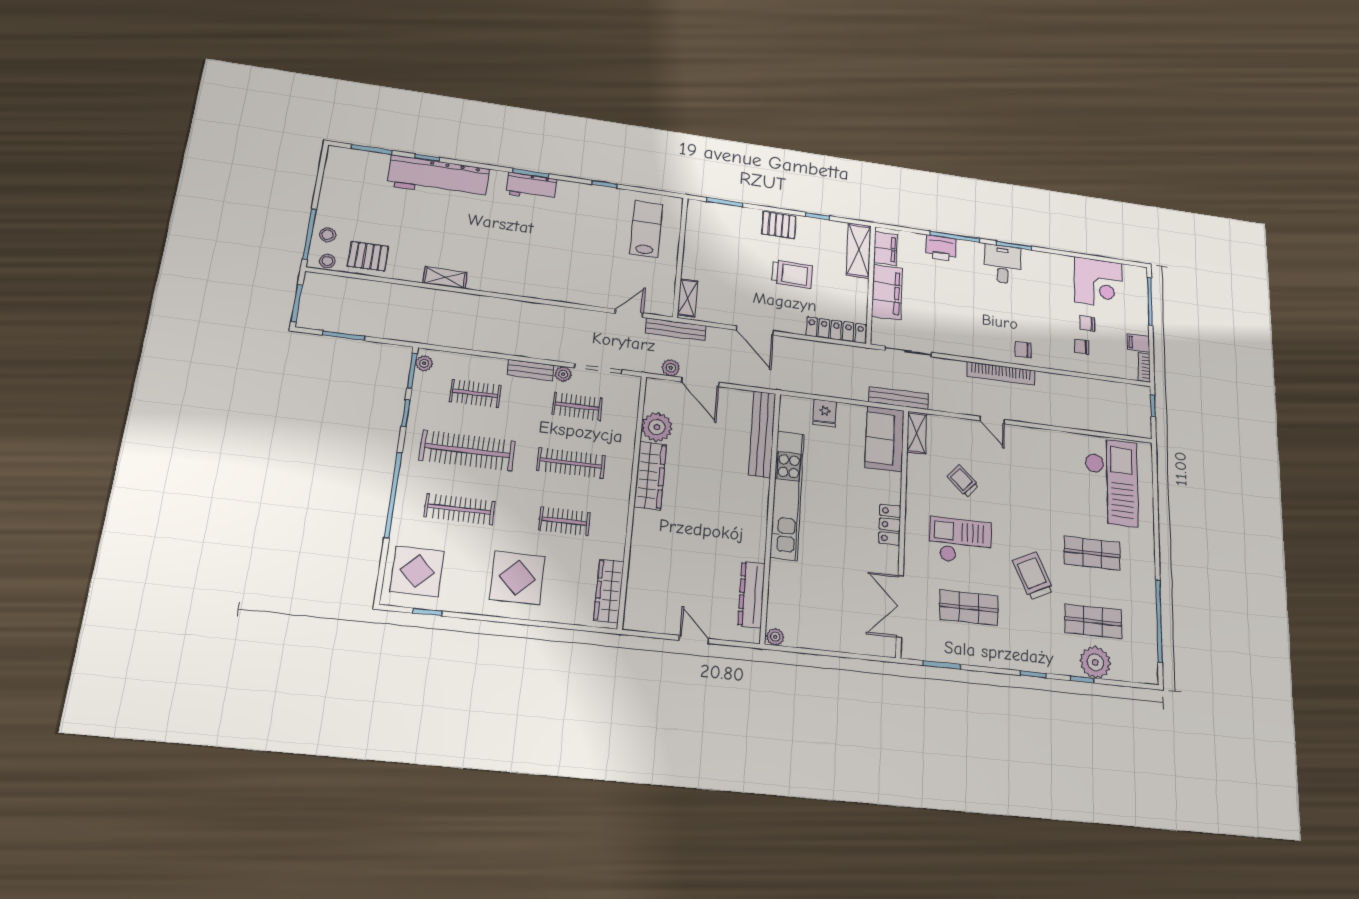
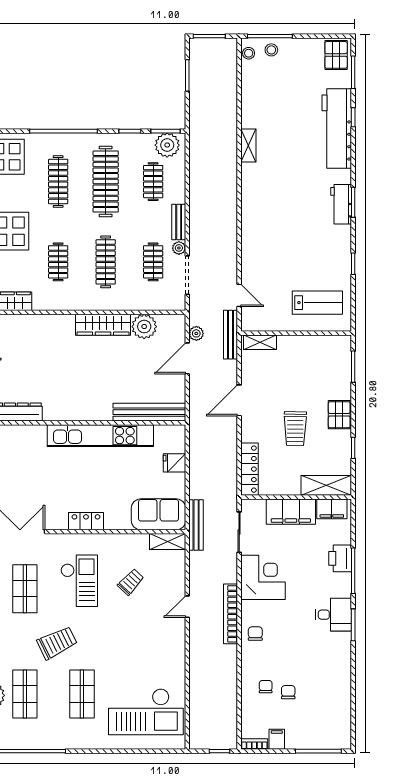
pallet: (368, 256) -> (336, 55), moved
corner desk: (1098, 283) -> (263, 577), moved, turned 180
plant: (424, 363) -> (167, 145), width x1.88, depth x1.88

